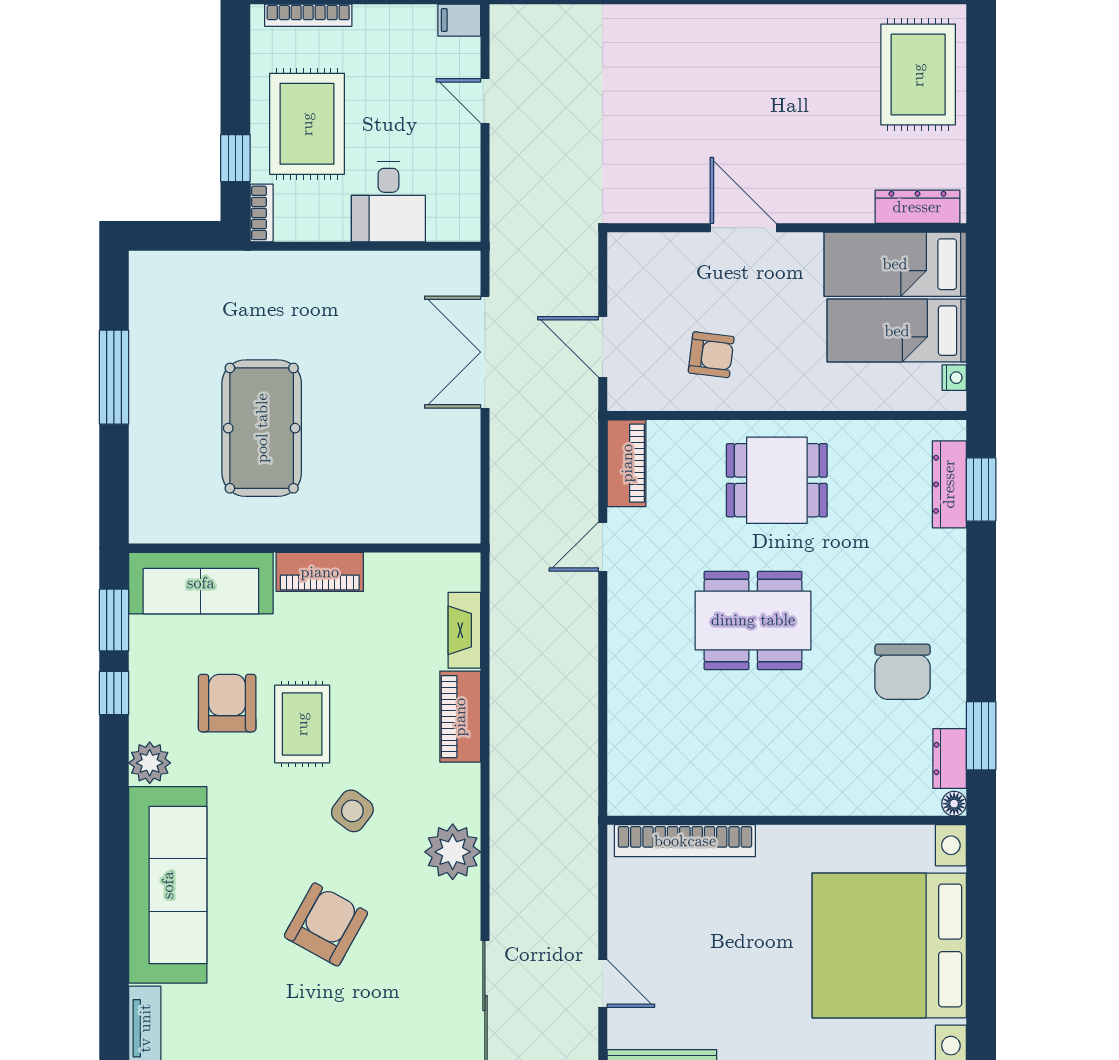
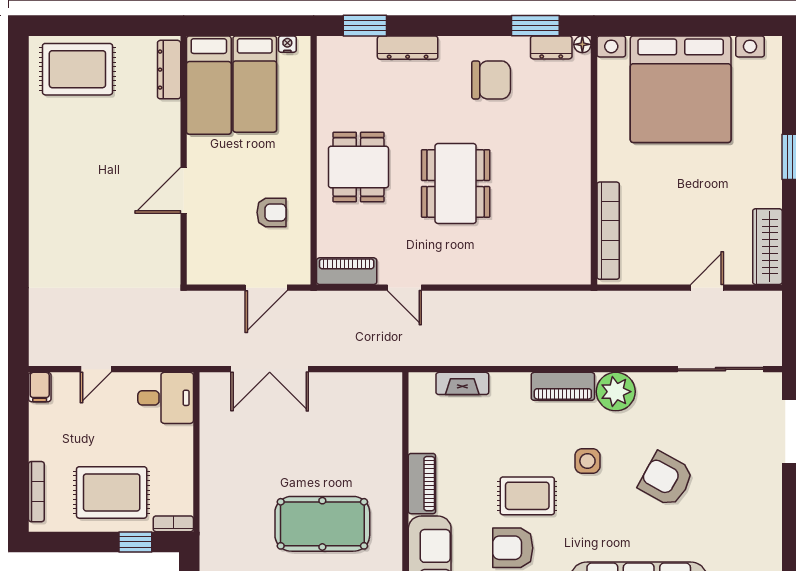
desk: (388, 202) -> (166, 398), moved
armchair: (711, 355) -> (272, 212), turned 83
dresser: (949, 484) -> (408, 48), moved
piano: (460, 717) -> (563, 386), moved
side table: (352, 811) -> (587, 461), turned -37

